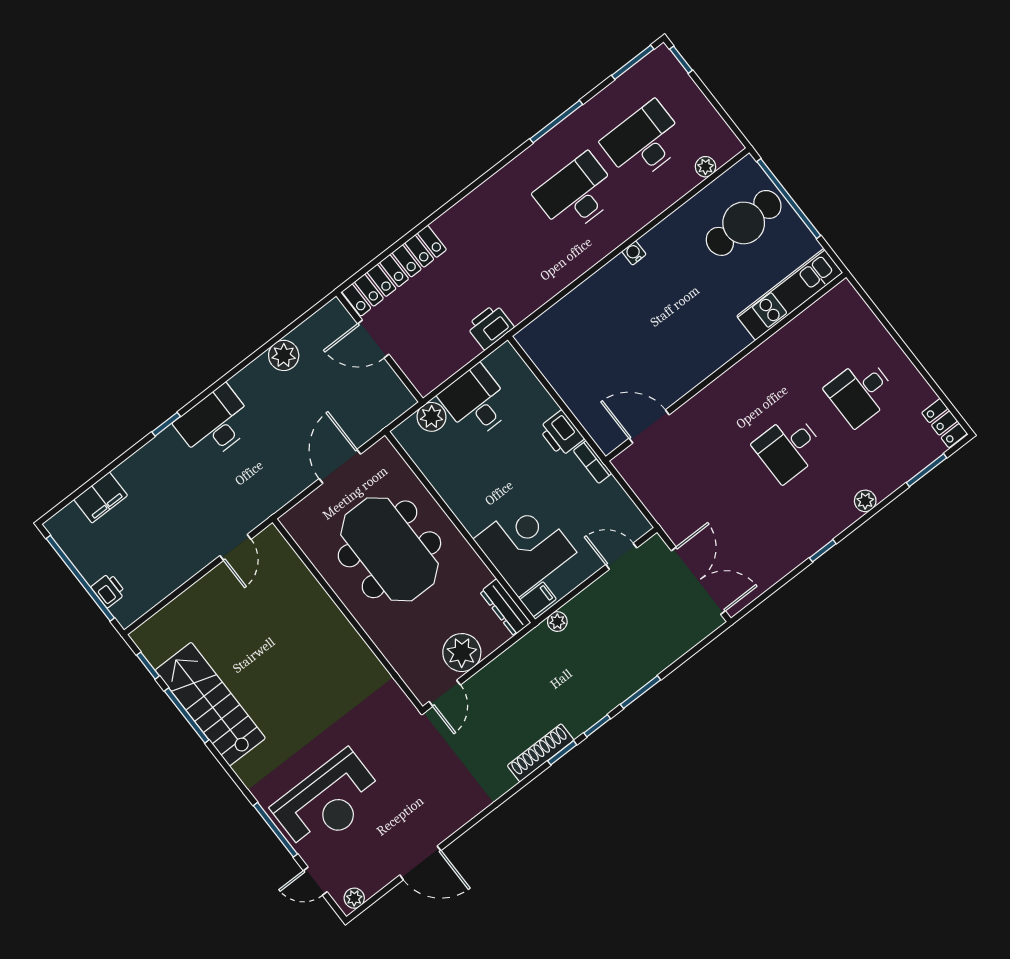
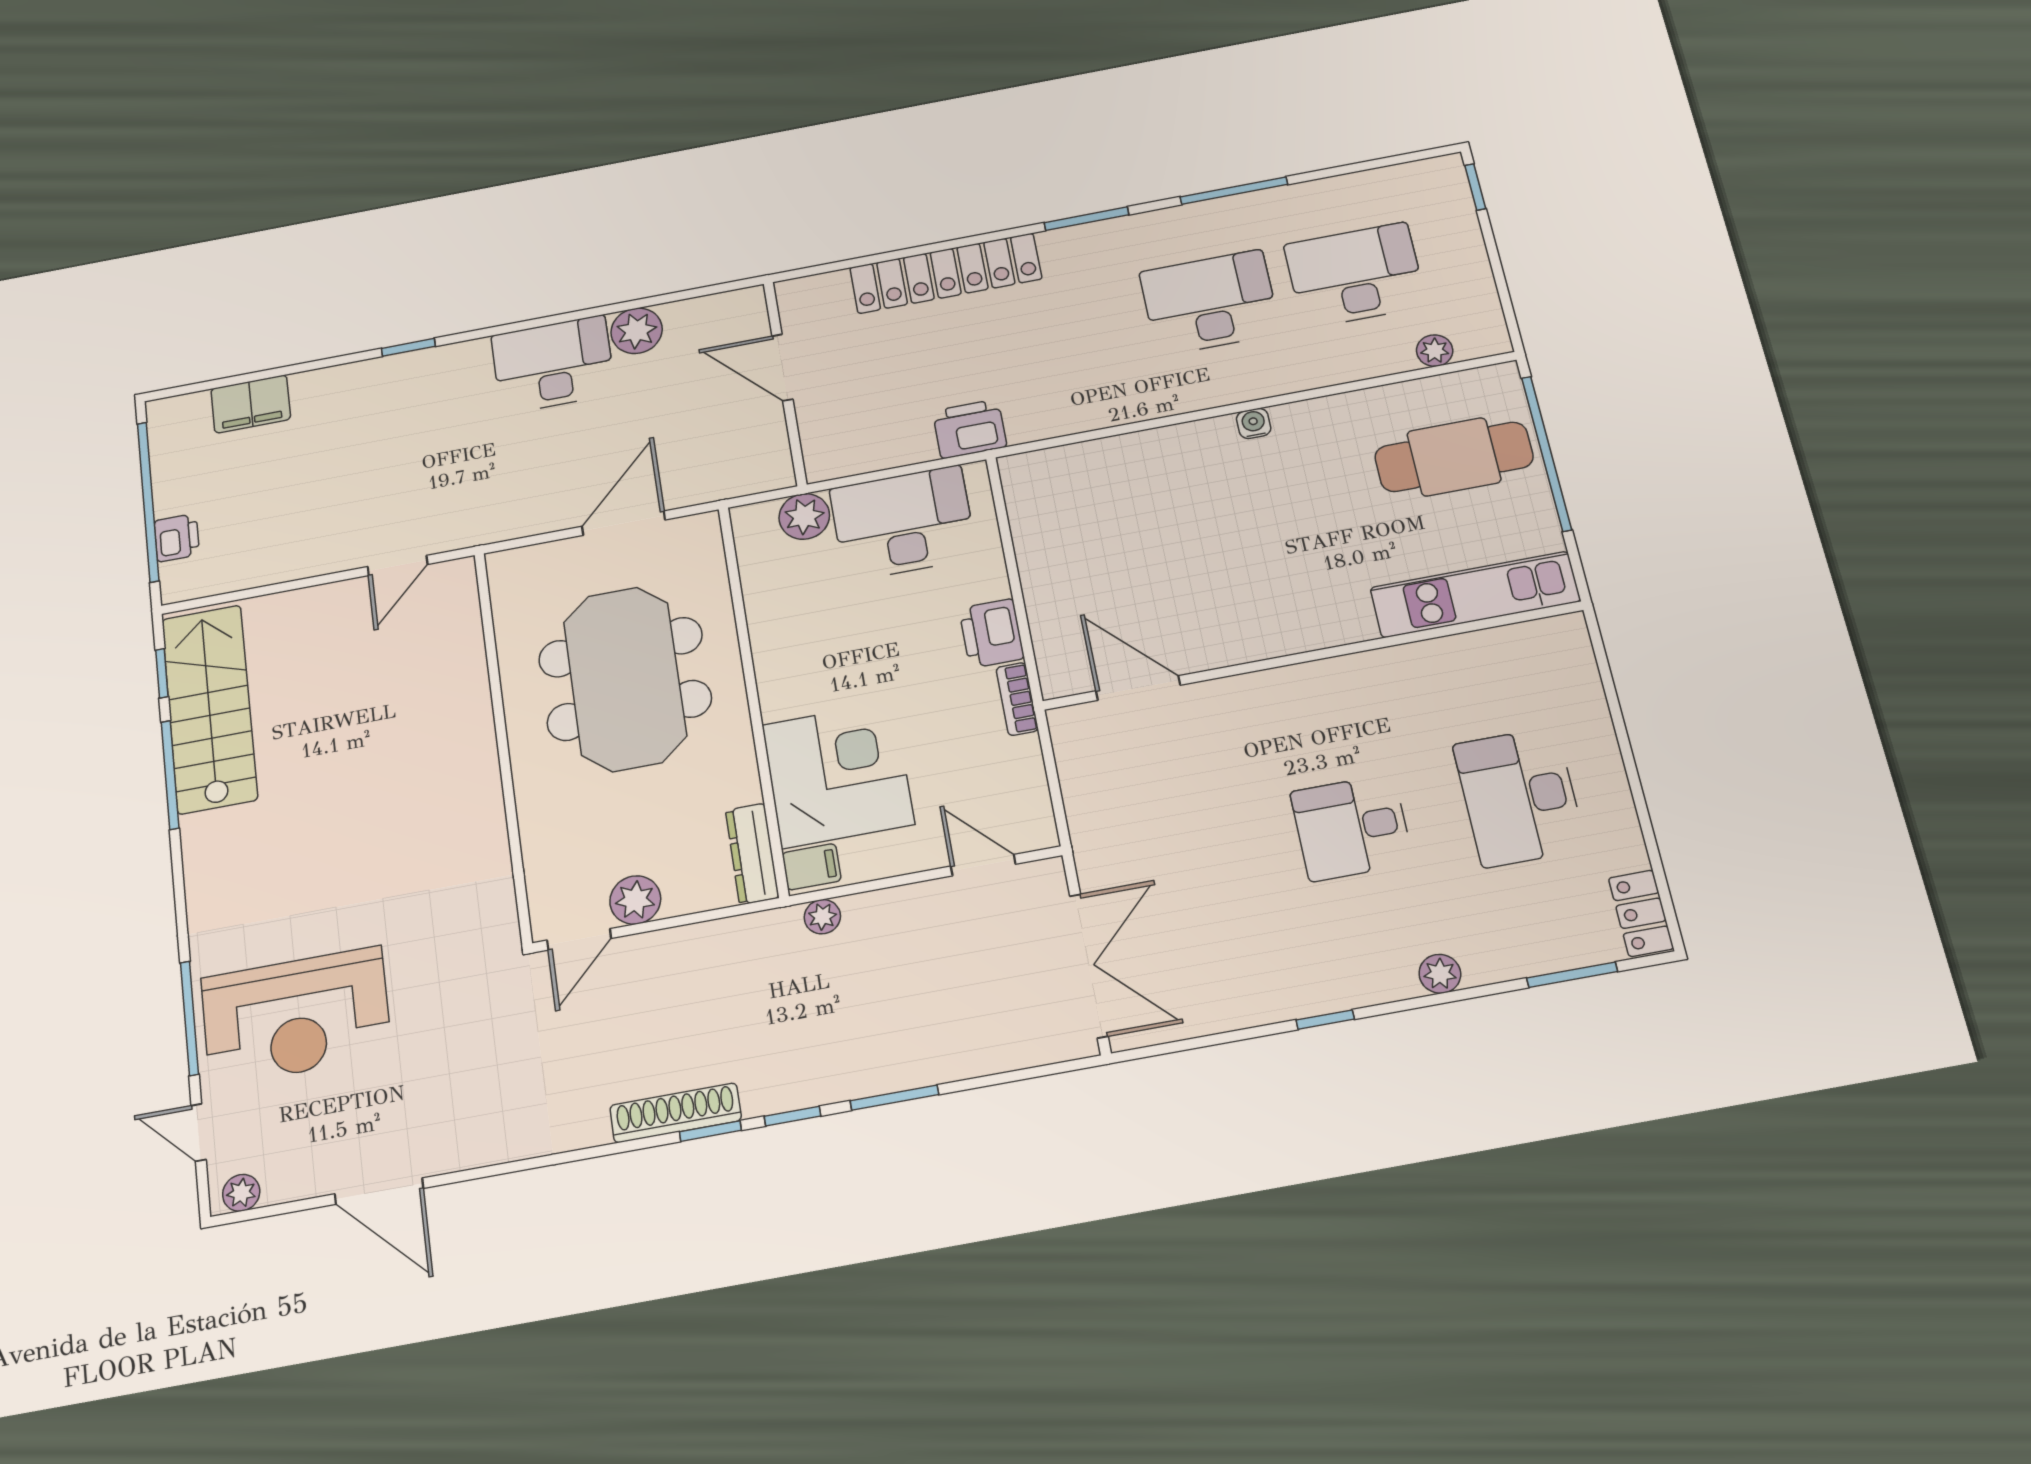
window: (633, 62) -> (1087, 219), moved
locker: (394, 271) -> (946, 273), moved
desk: (861, 392) -> (1519, 797), width x1.37
desk: (476, 402) -> (903, 523), width x1.37
desk: (215, 424) -> (553, 364), moved
plant: (462, 653) -> (635, 900), width x0.73, depth x0.73
stairs: (210, 704) -> (209, 709), moved

